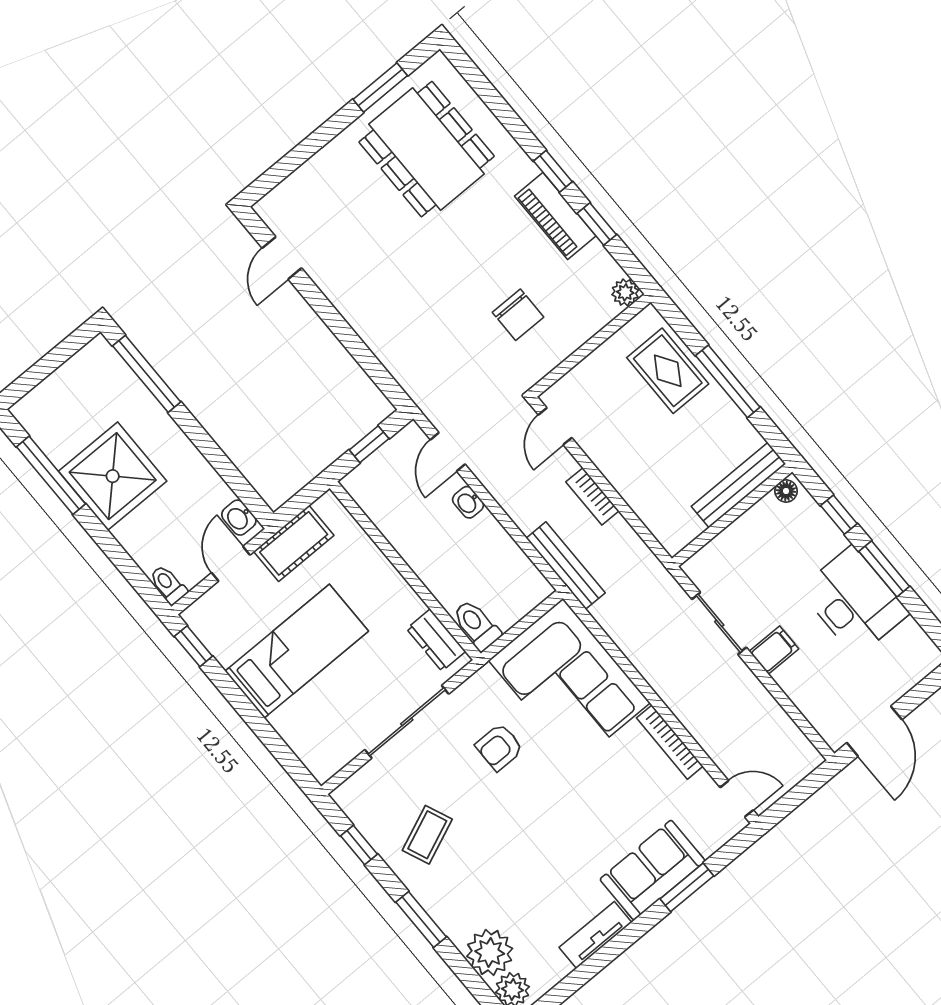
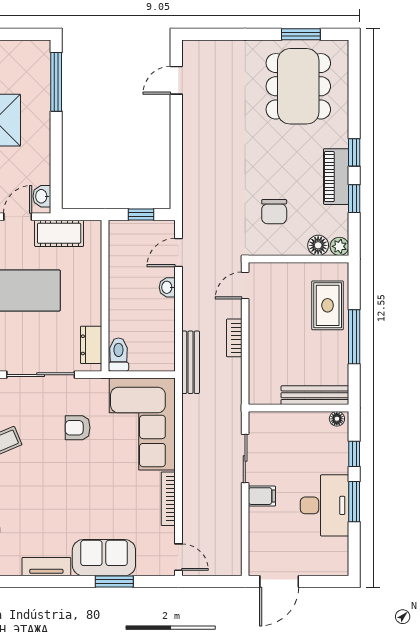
floor lamp: (600, 311) -> (318, 245), added

